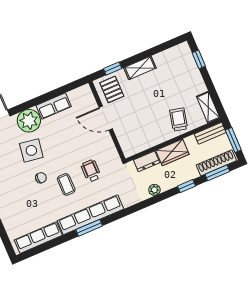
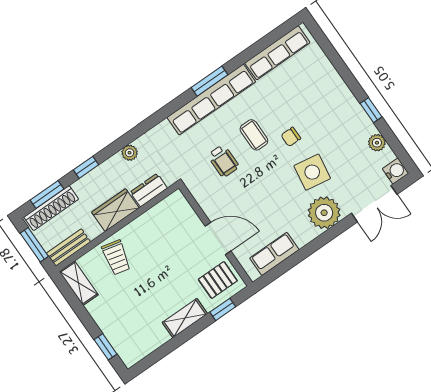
pallet: (112, 89) -> (218, 280), turned 90
row of seats: (54, 106) -> (274, 254), moved

